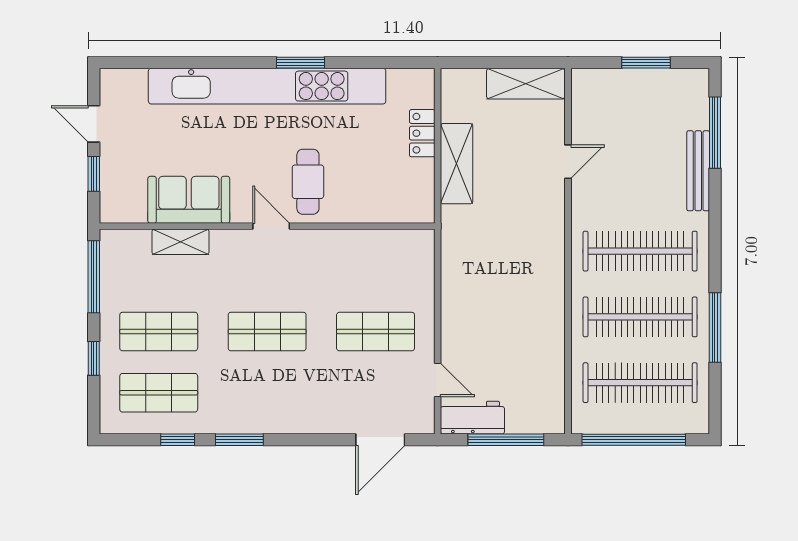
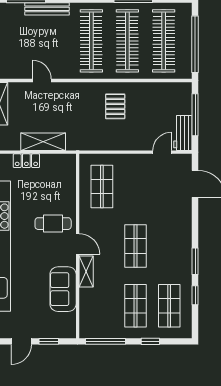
door: (271, 226) -> (78, 244), swing flipped
shelving: (181, 242) -> (86, 272), moved
pallet: (521, 295) -> (115, 106), added
shop shelf: (376, 332) -> (102, 186), moved

